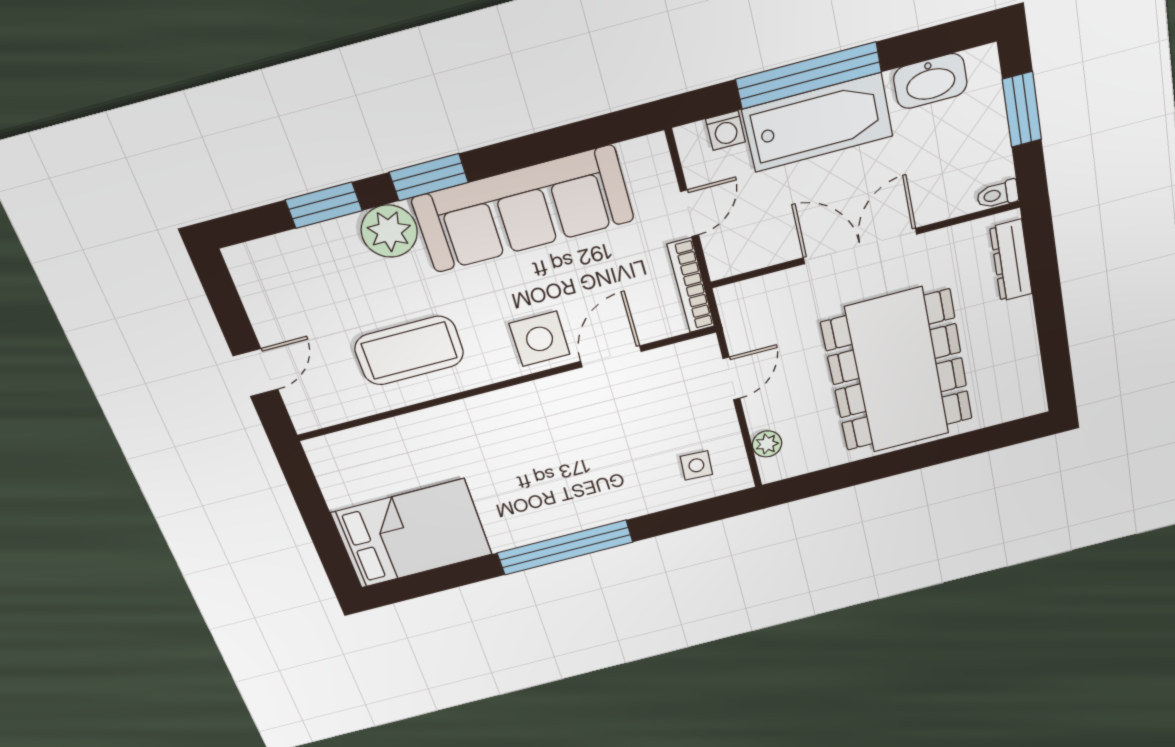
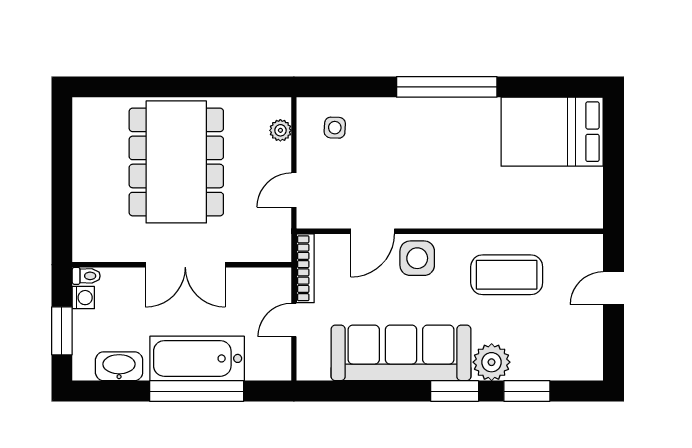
washing machine: (726, 130) -> (83, 298), moved, turned 90
dresser: (1011, 261) -> (84, 225), removed

